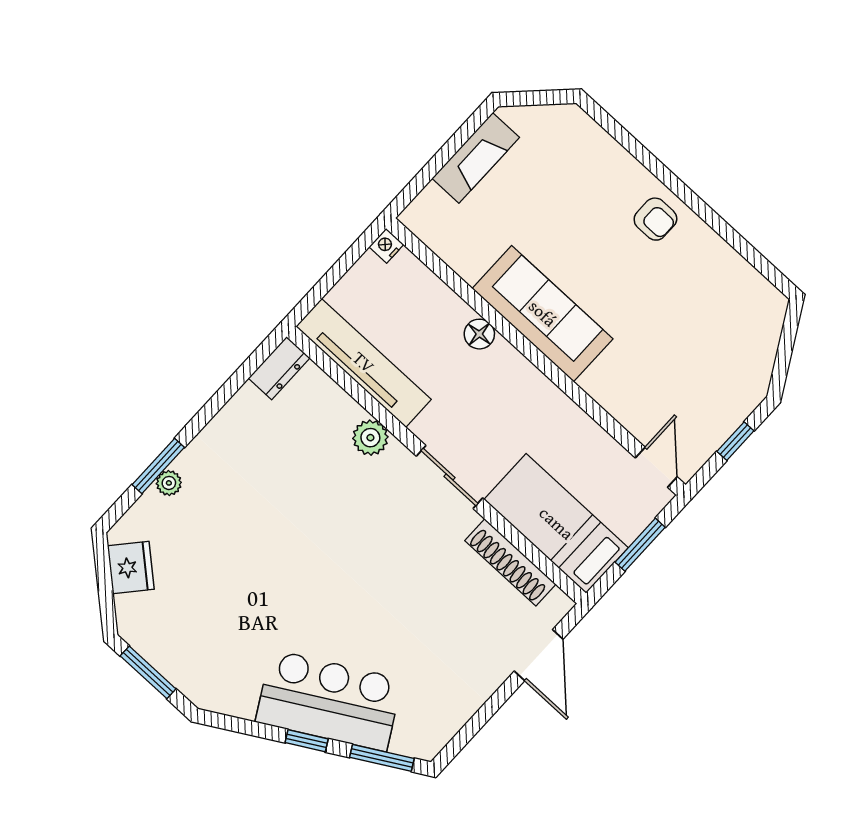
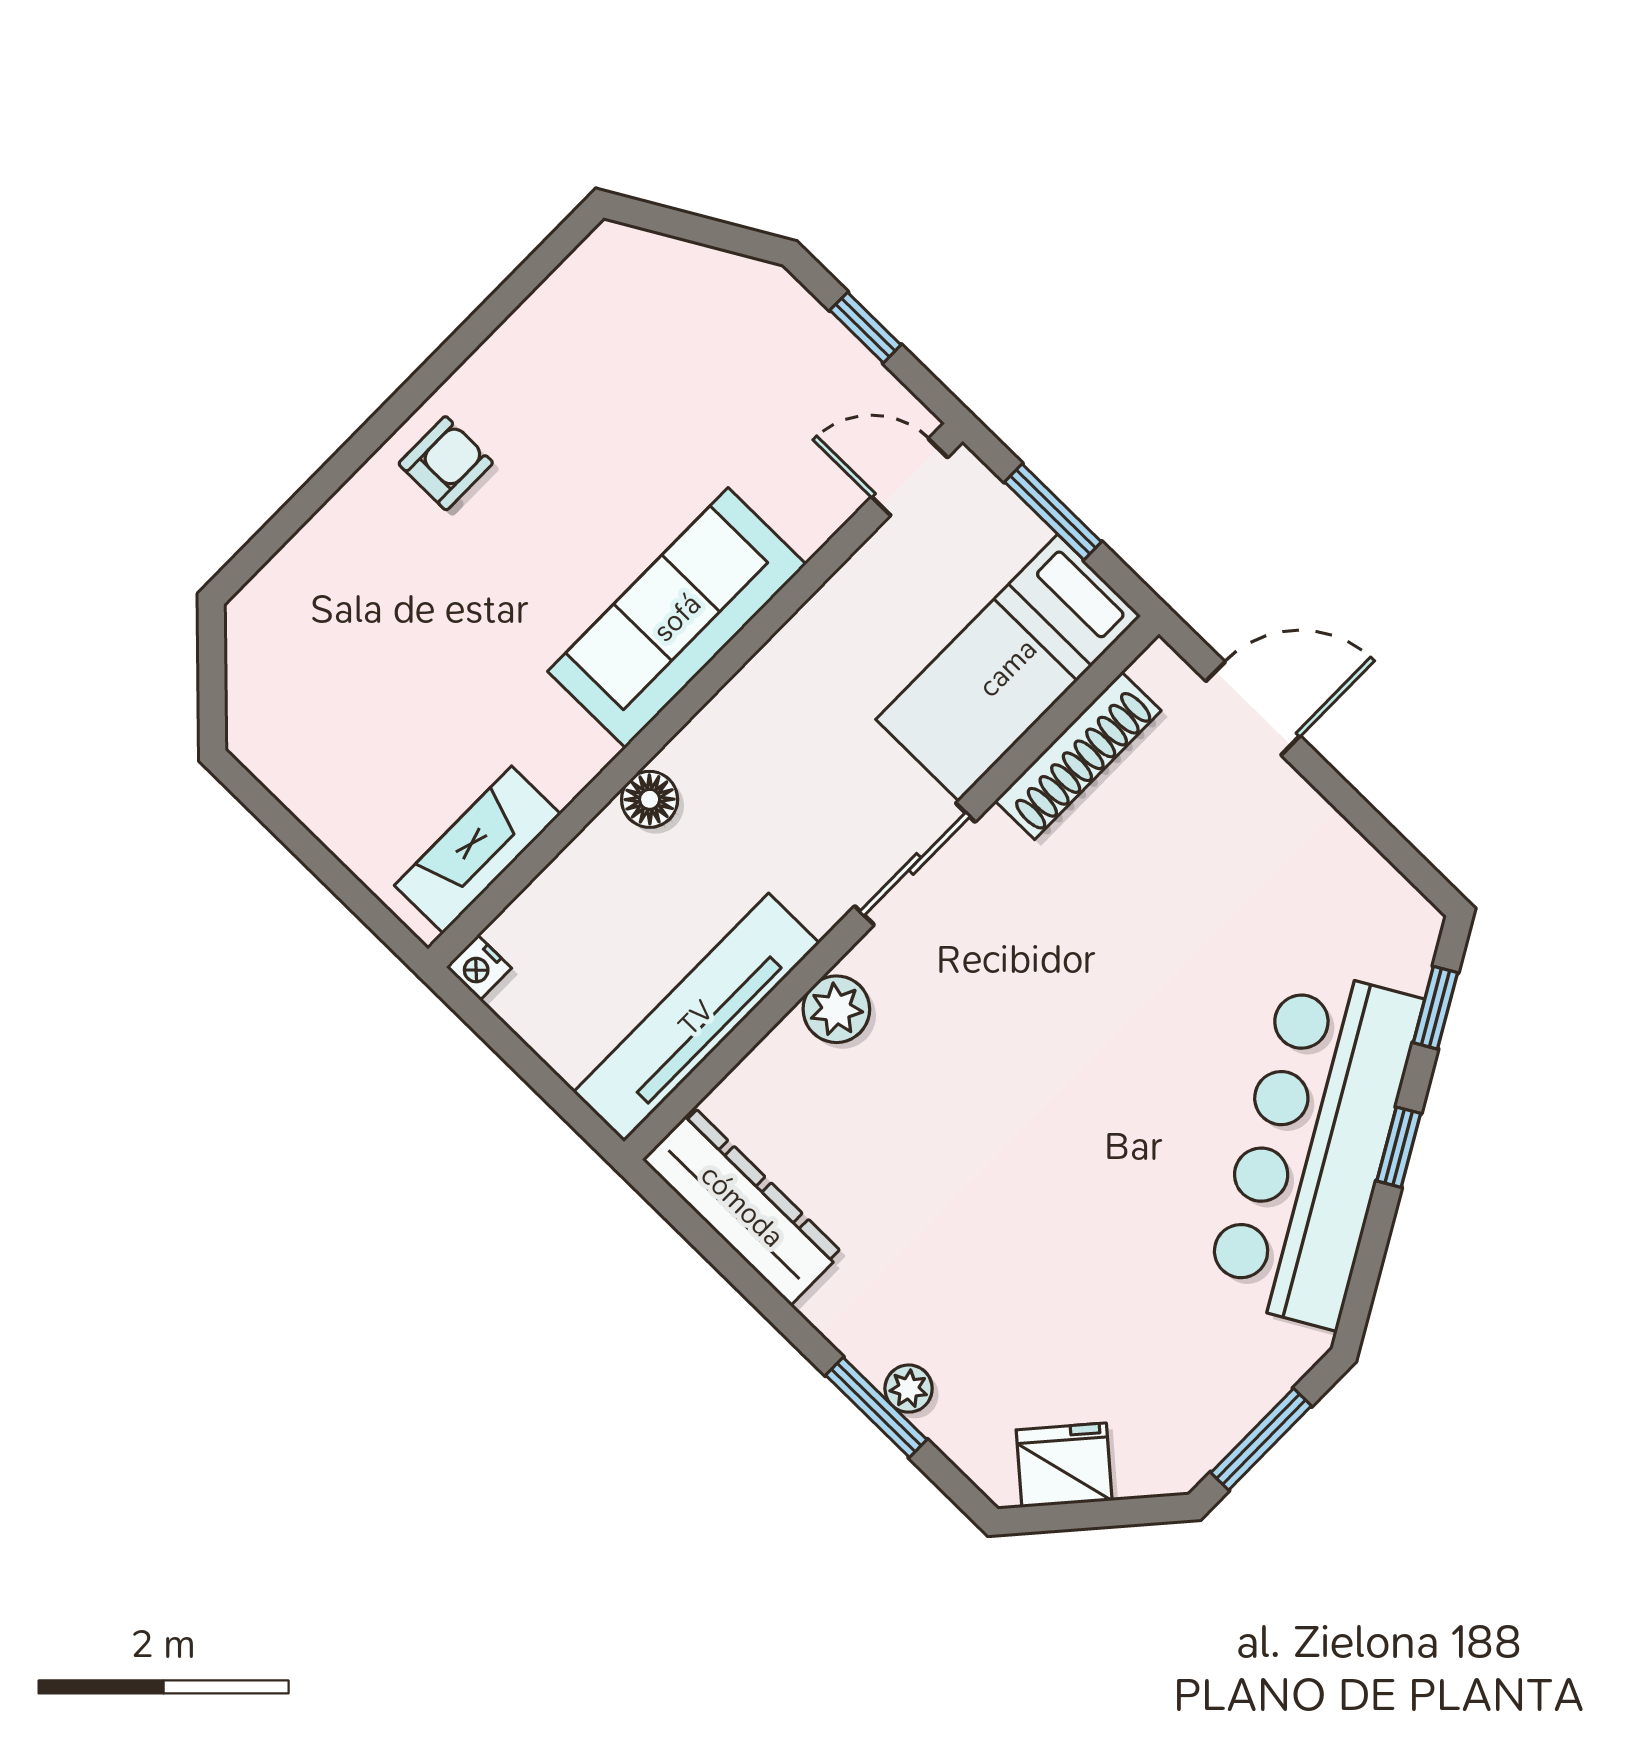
fireplace: (476, 158) -> (477, 850), moved, turned -90
sofa: (542, 314) -> (677, 618), moved
dresser: (279, 368) -> (742, 1206), width x1.96, depth x1.24
bar counter: (329, 701) -> (1313, 1147), width x1.36
window: (382, 758) -> (1435, 1008), width x0.67

